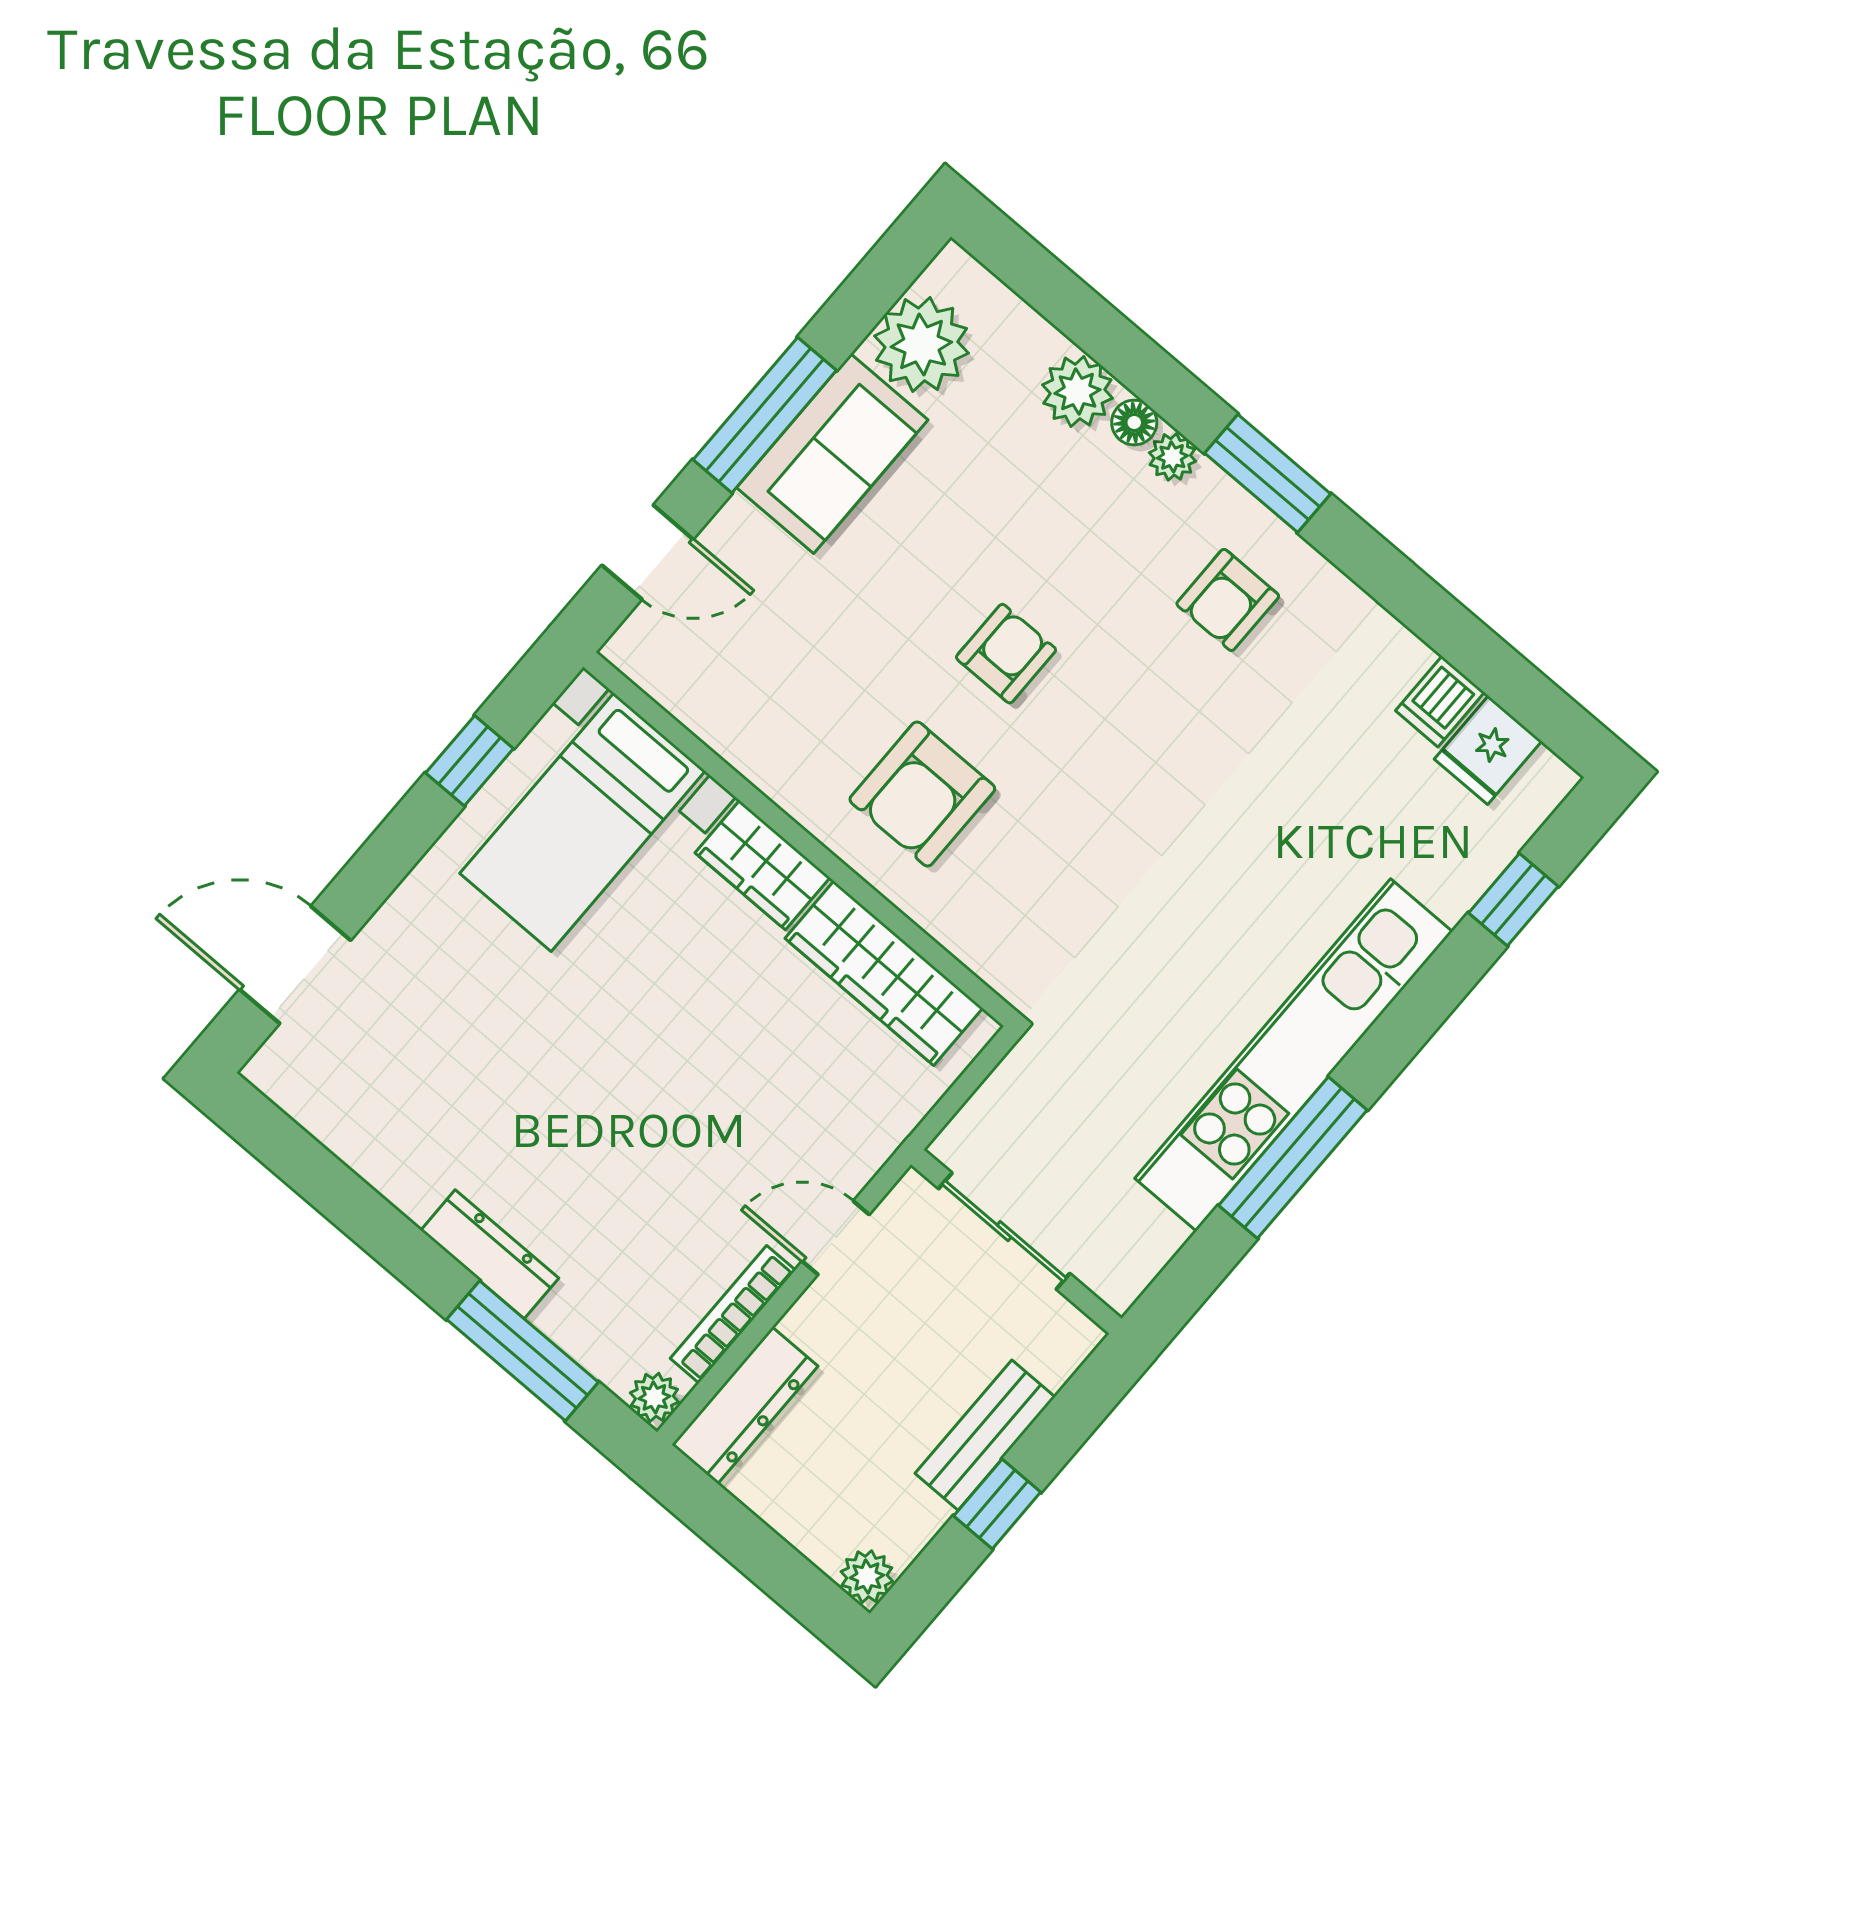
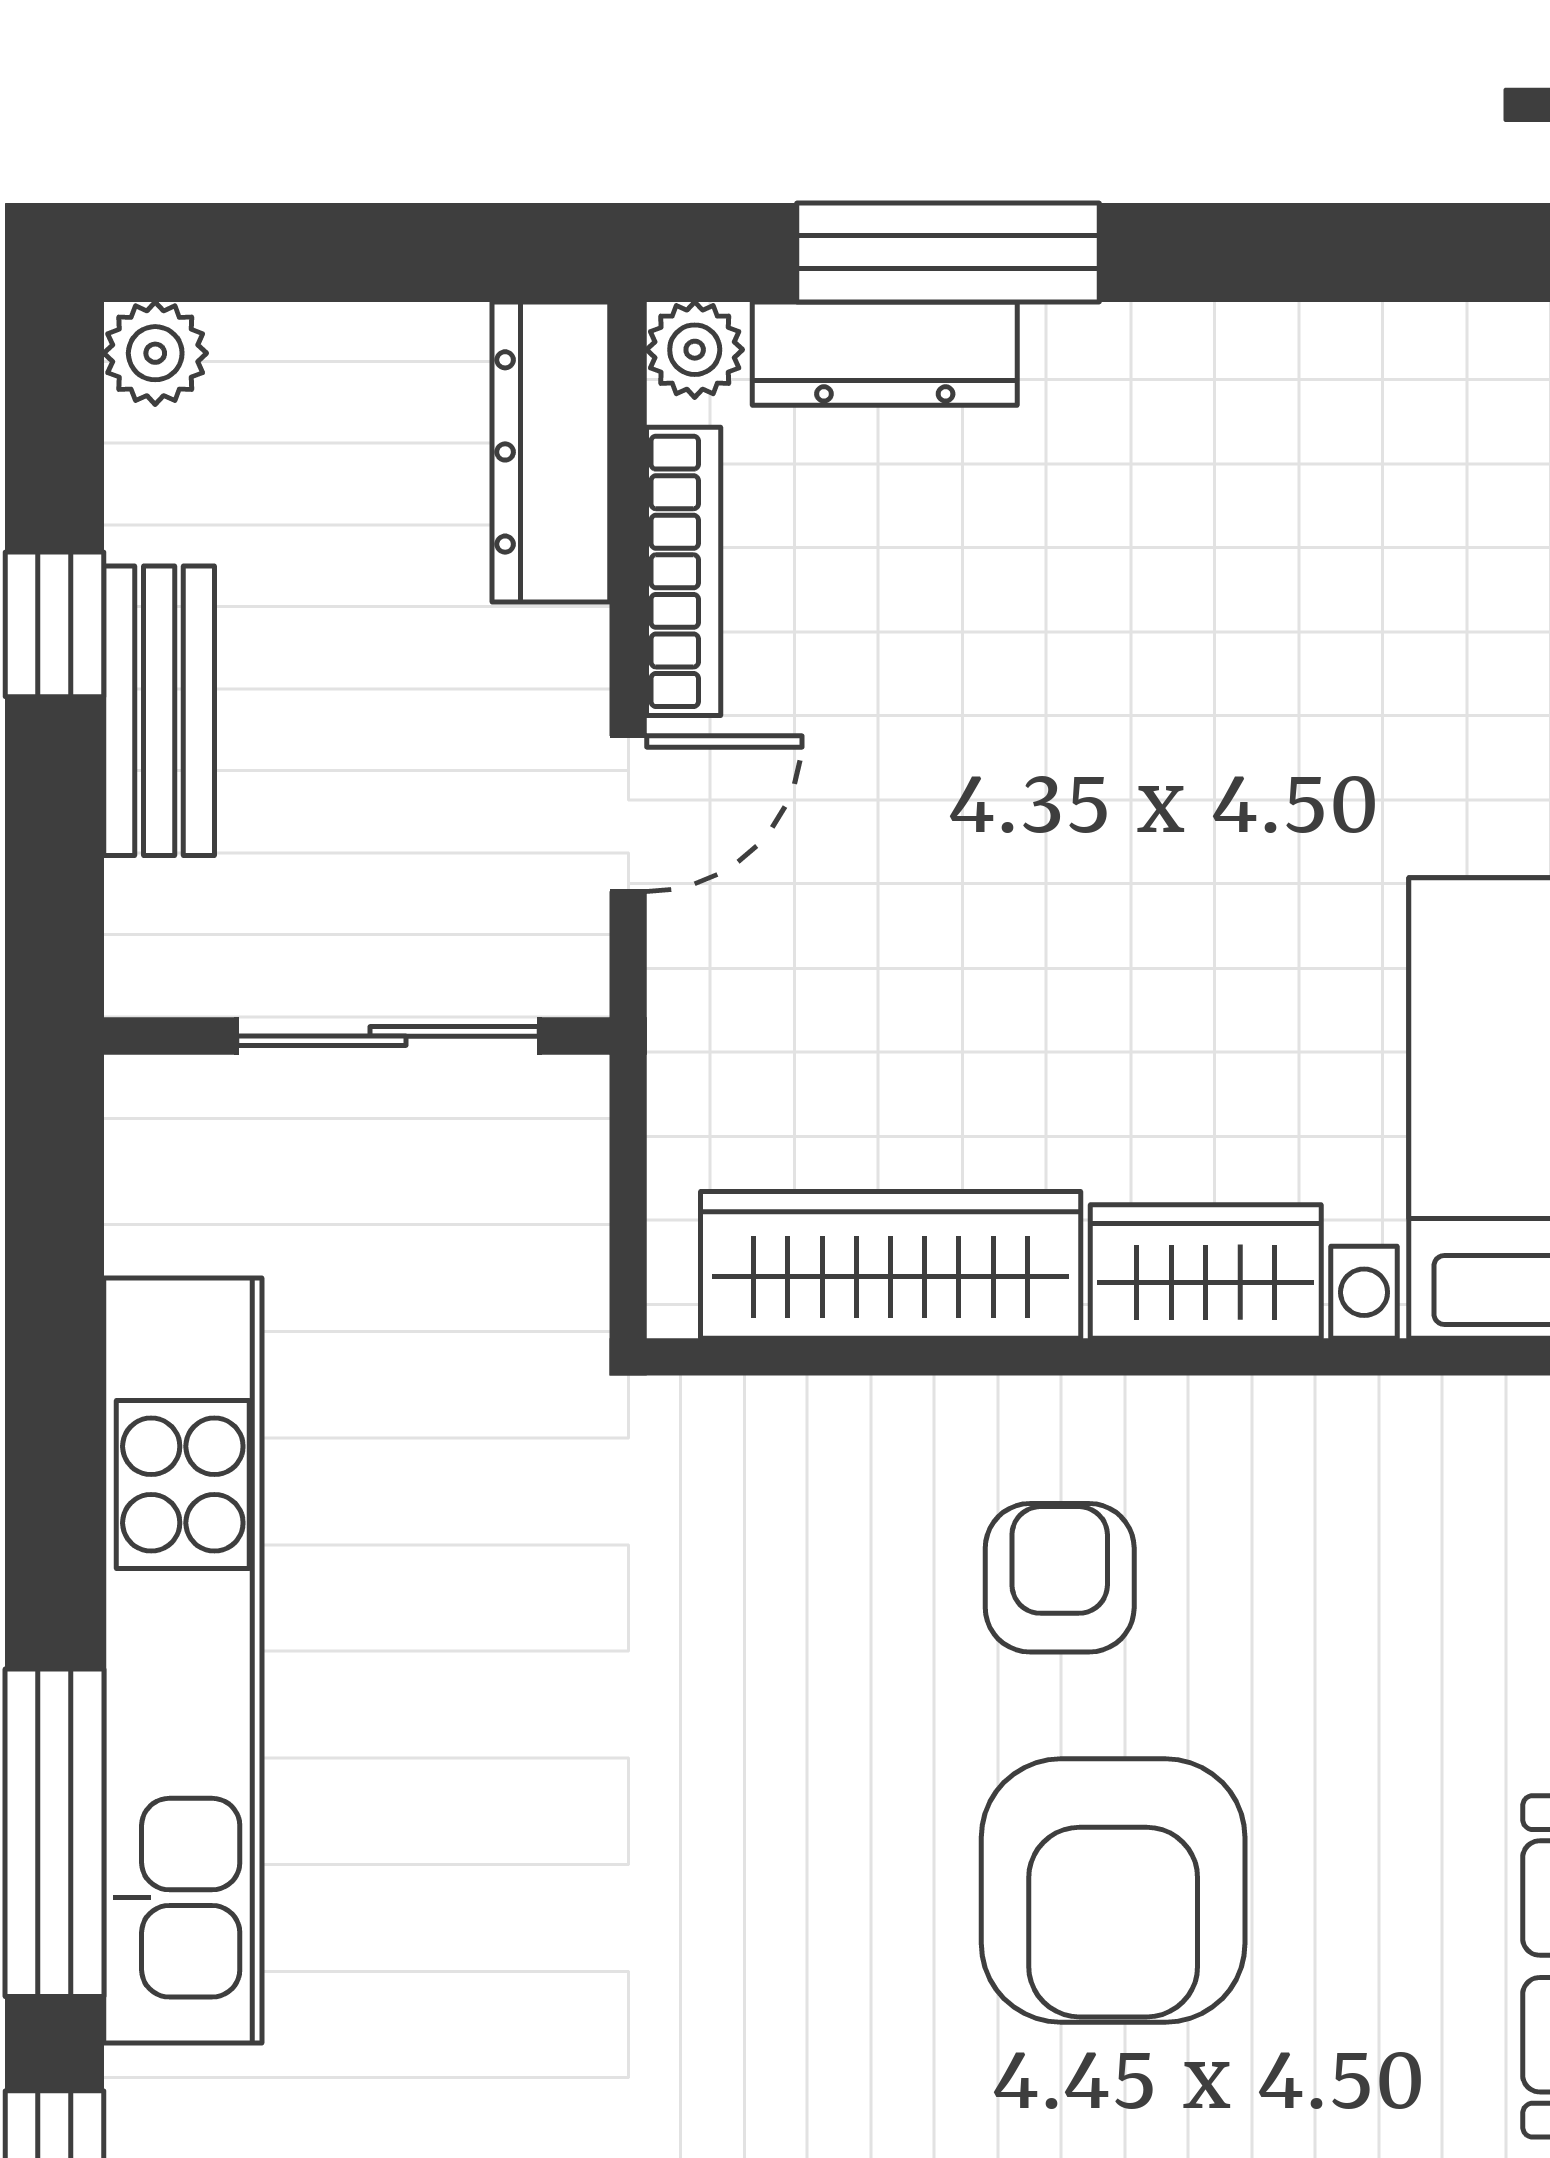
armchair: (1006, 654) -> (1113, 1890), width x1.88, depth x1.88
armchair: (922, 794) -> (1060, 1578), width x0.72, depth x0.72
window: (1293, 1158) -> (54, 1833), moved
dresser: (490, 1254) -> (885, 354), moved

